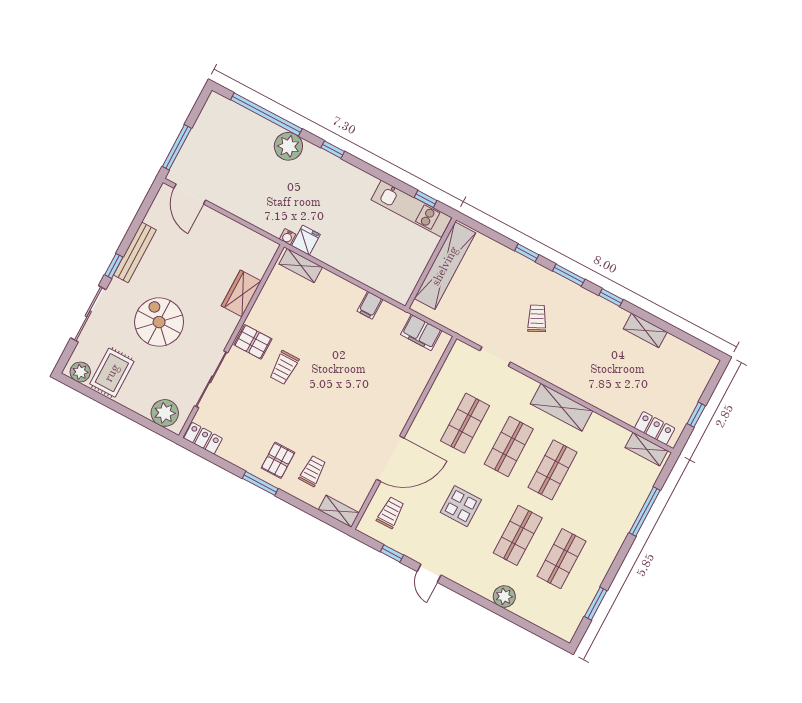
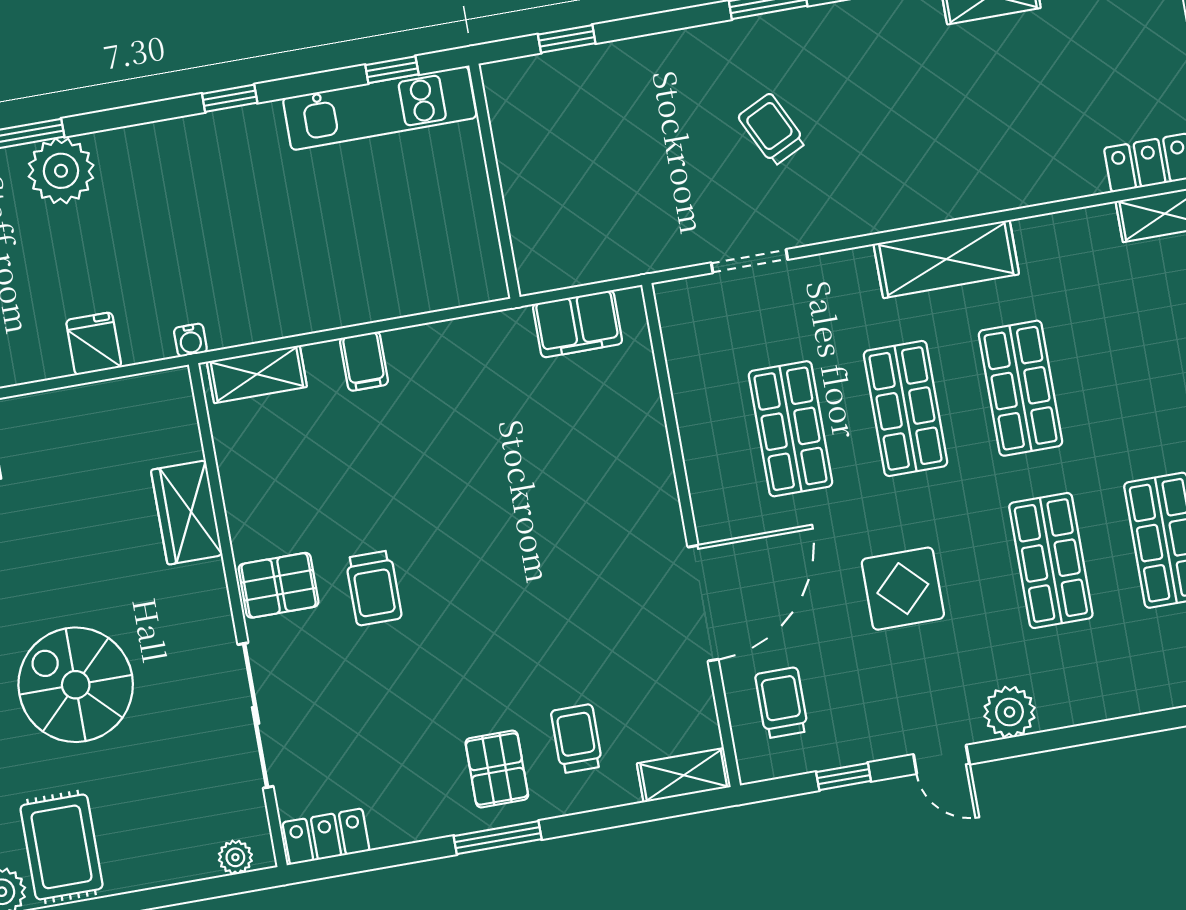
window: (333, 150) -> (230, 98), moved
fridge: (306, 240) -> (94, 344), moved
window: (527, 253) -> (567, 39), moved
shelving: (445, 266) -> (525, 165), removed
filing cabinet: (370, 305) -> (364, 361), moved
plant: (165, 413) -> (235, 857), width x0.53, depth x0.53
plant: (504, 596) -> (1009, 712), moved

